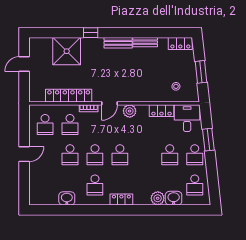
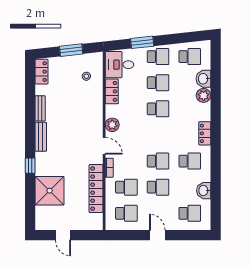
school desk: (120, 155) -> (158, 109), moved
school desk: (45, 185) -> (190, 213), added

